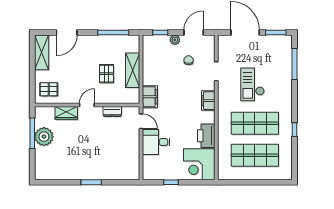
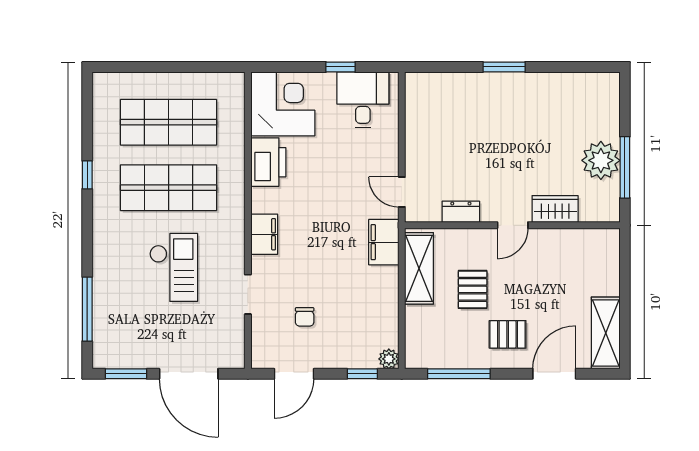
plant: (175, 40) -> (389, 359), moved
shelving: (133, 70) -> (419, 268), moved
pallet: (49, 89) -> (508, 334), moved
desk: (156, 142) -> (363, 100), moved, turned -90

